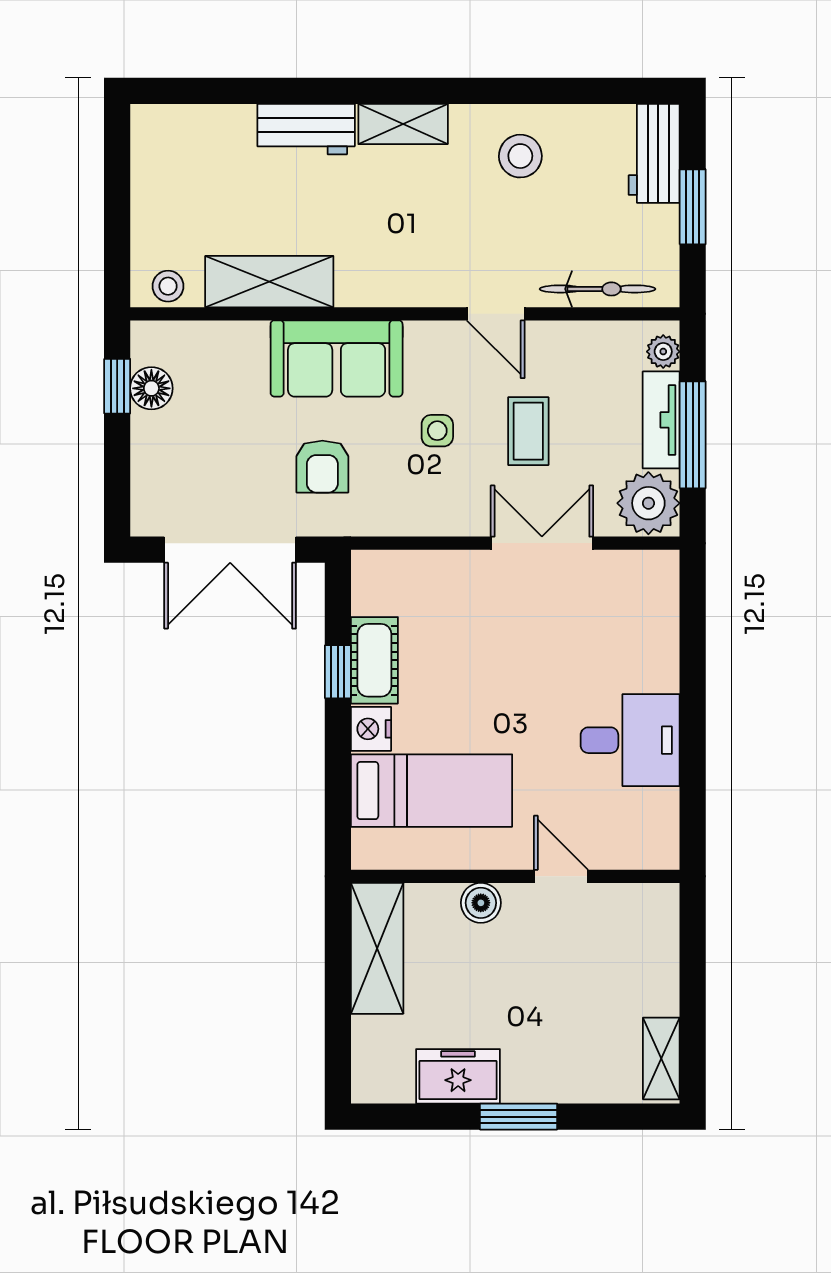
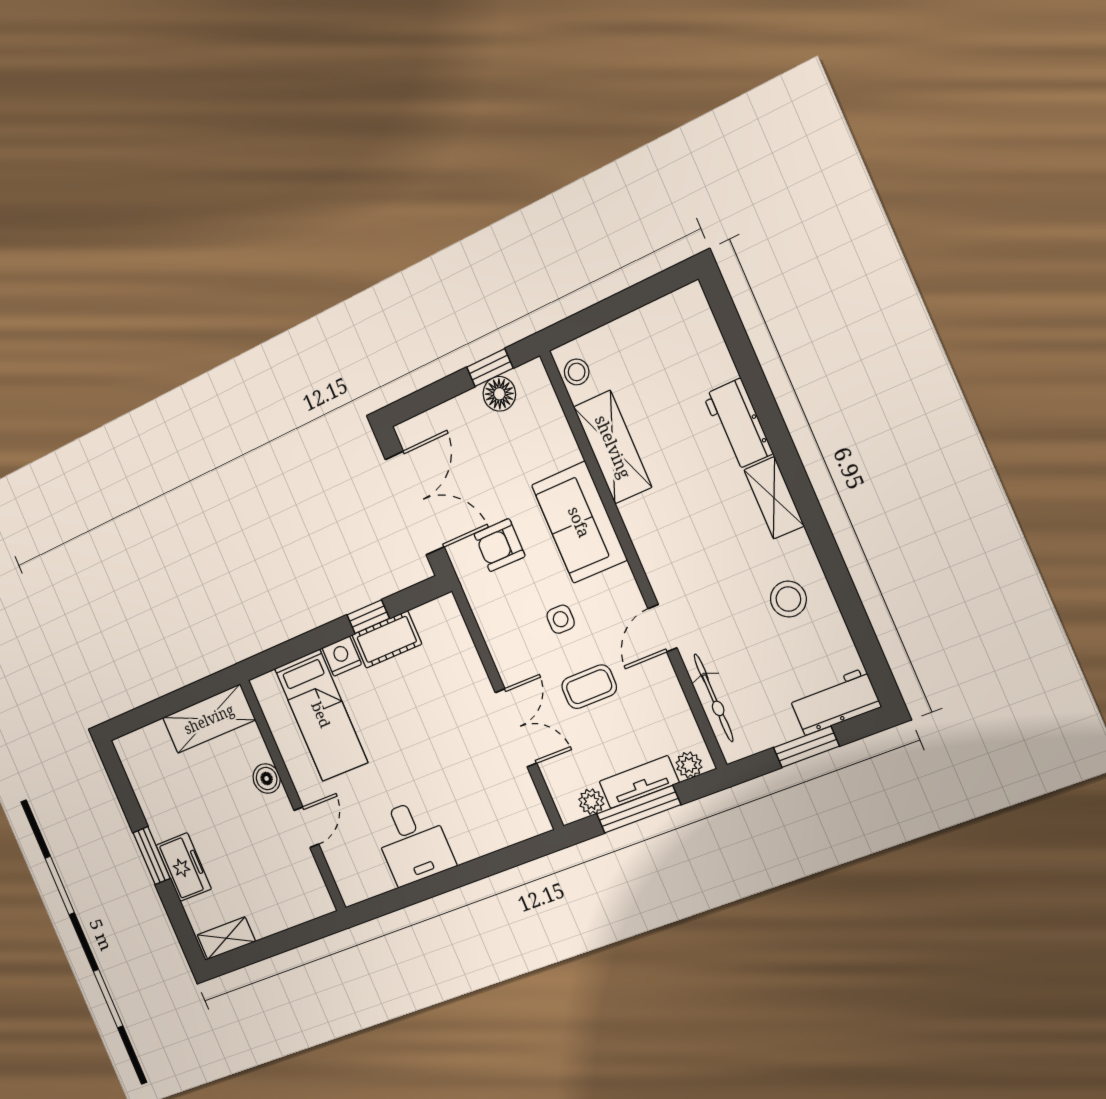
plant: (648, 503) -> (591, 802), width x0.53, depth x0.53
double door: (230, 550) -> (415, 503), swing flipped
freezer: (458, 1076) -> (184, 867), moved

